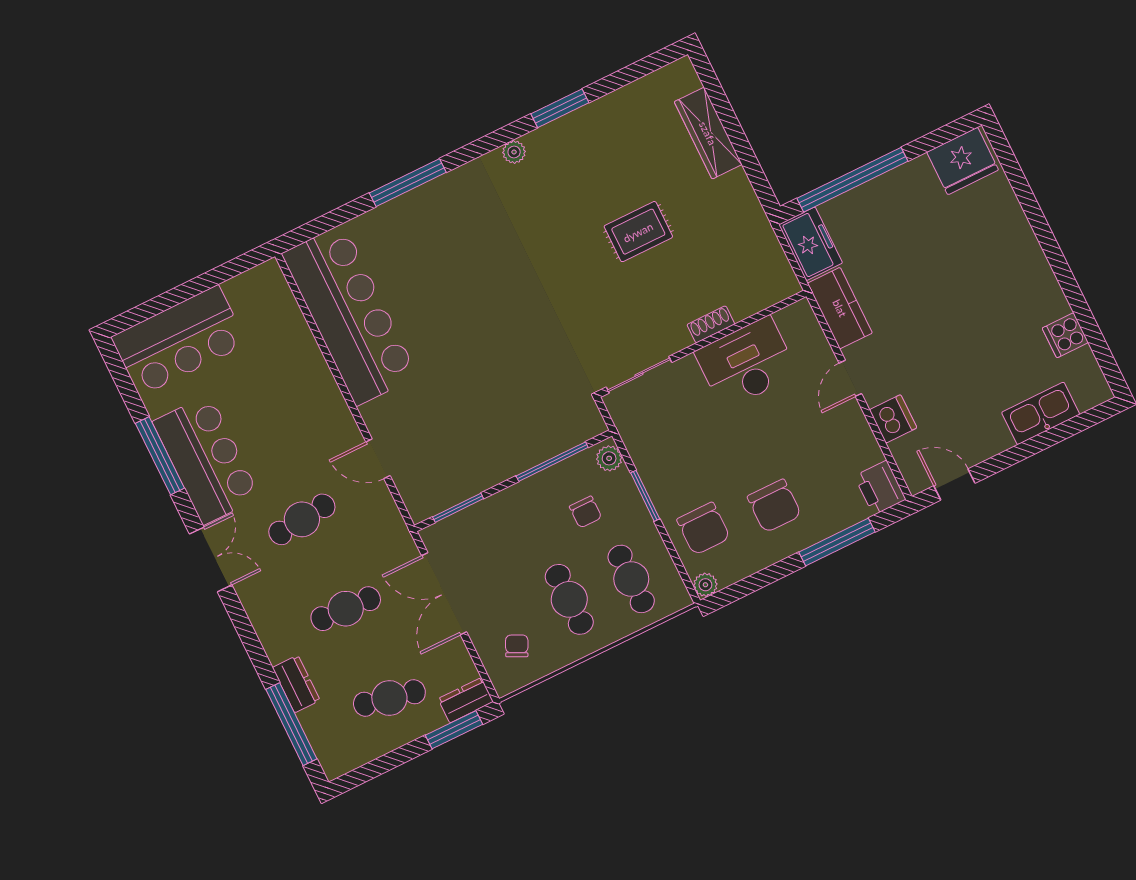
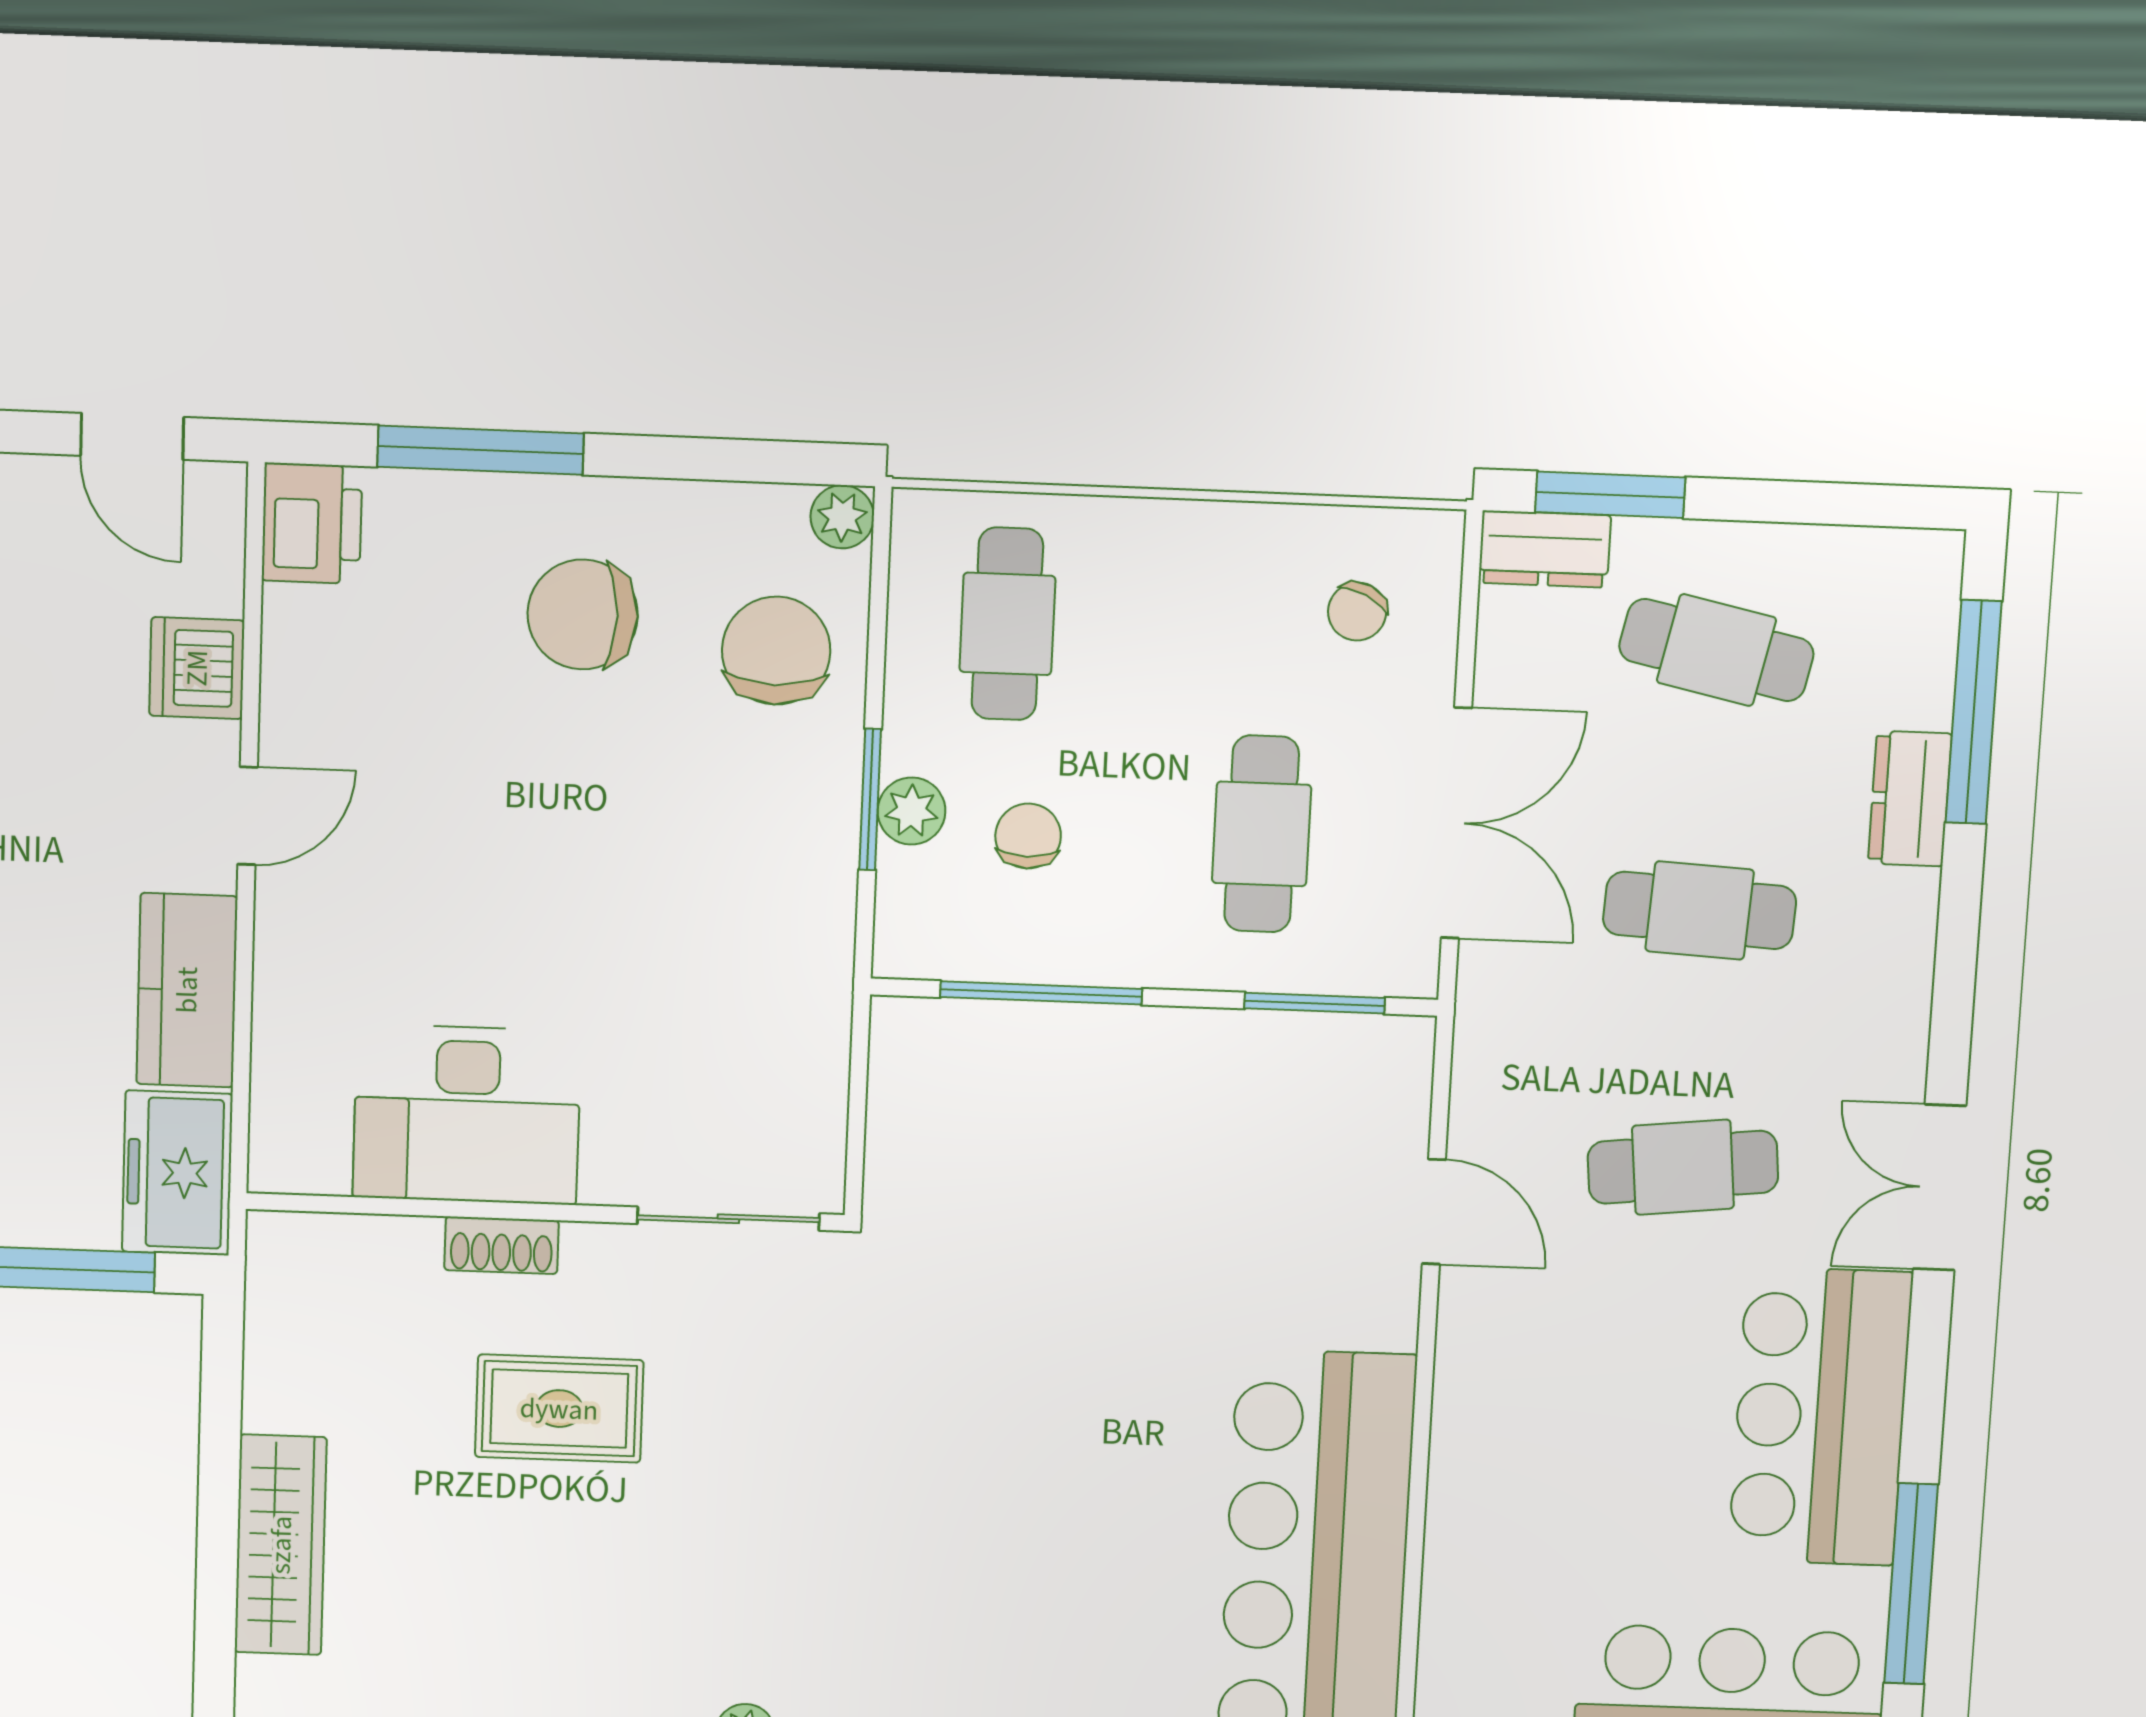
shoe rack: (711, 324) -> (501, 1245), moved
wall: (702, 344) -> (546, 1212), moved
desk: (746, 363) -> (467, 1114), moved
sliding door: (639, 375) -> (728, 1219), moved
window: (160, 456) -> (1911, 1584), moved
plant: (609, 458) -> (911, 811), moved
chair: (774, 506) -> (583, 615), turned -90
cafe table: (569, 599) -> (1262, 834), moved

